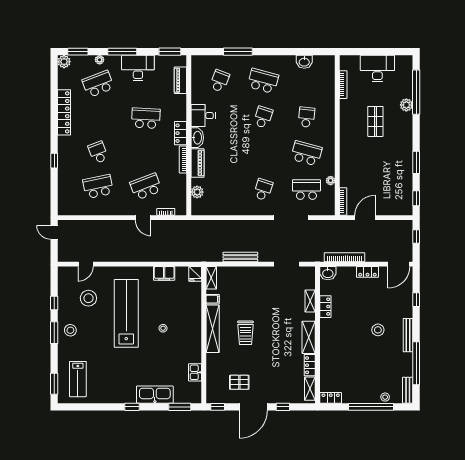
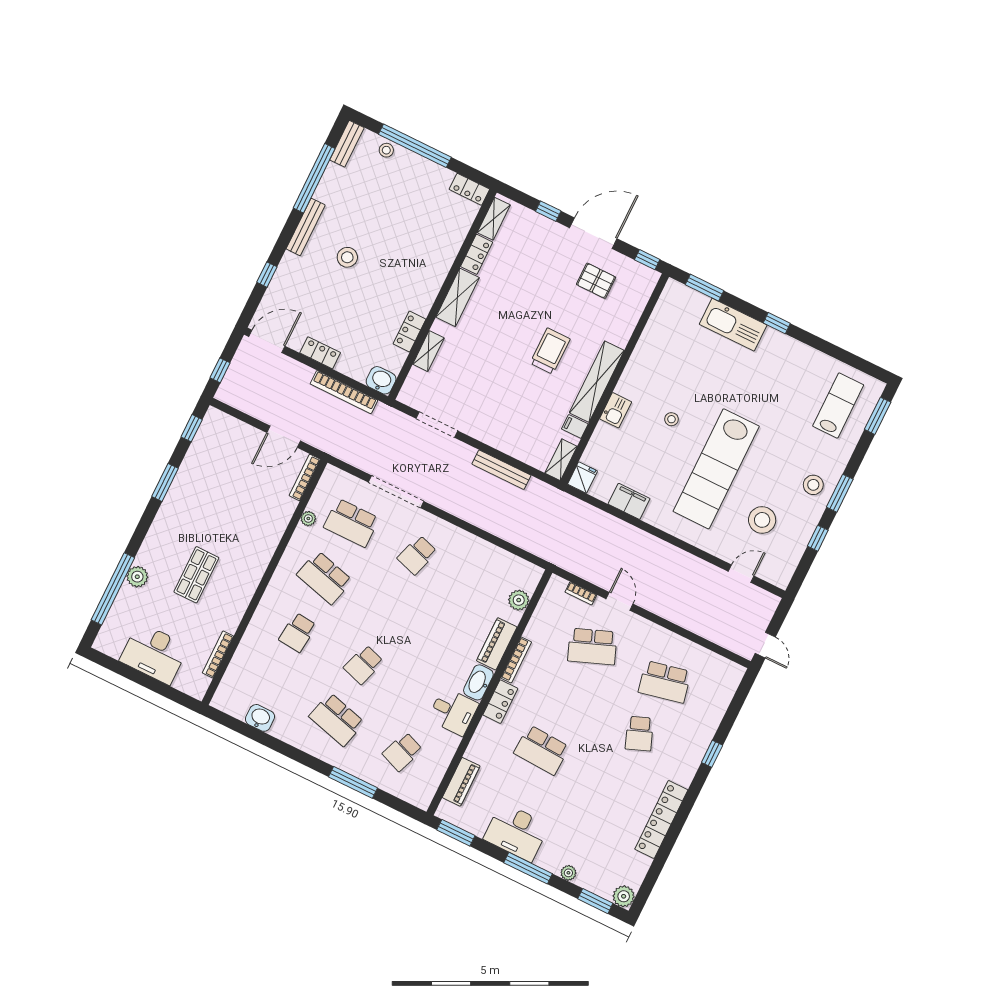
school desk: (98, 84) -> (589, 837), removed
kitchen sink: (195, 372) -> (616, 410), moved

